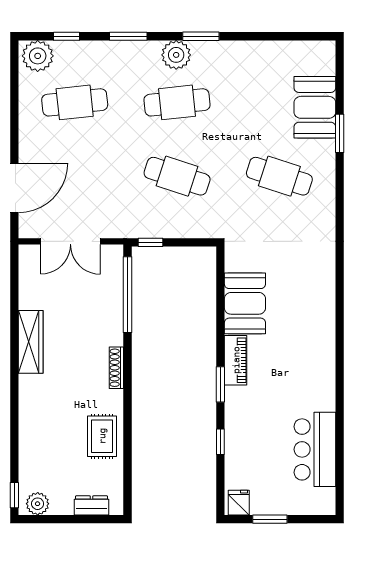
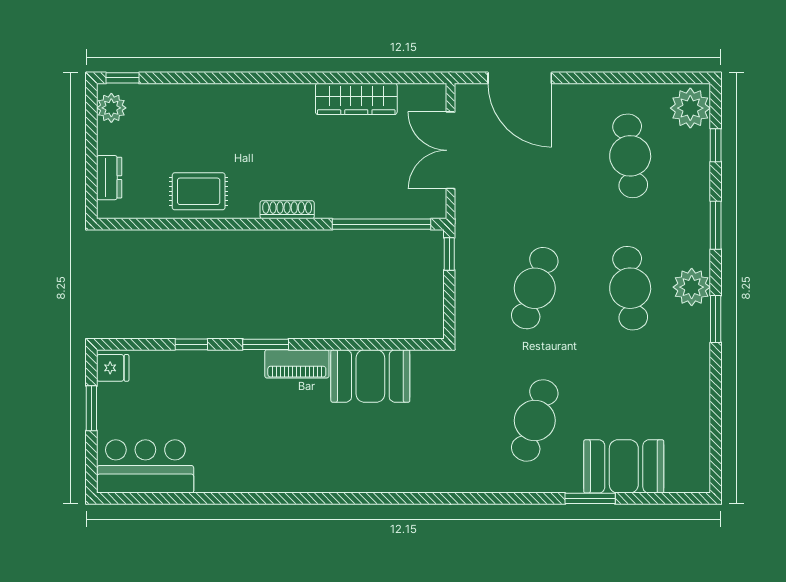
wardrobe: (31, 342) -> (356, 99), moved
bar counter: (315, 449) -> (145, 466), moved

